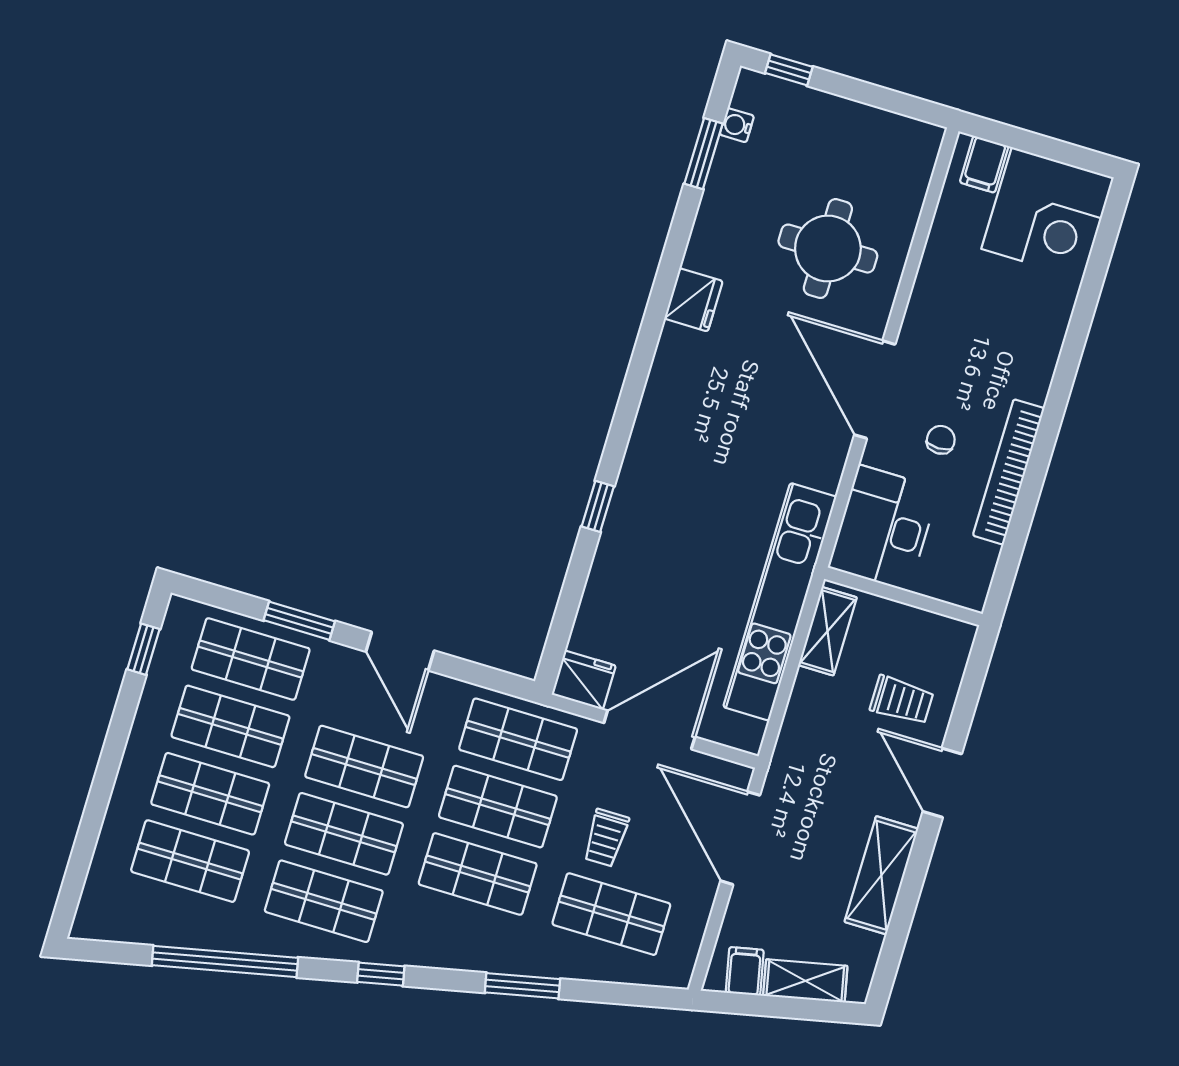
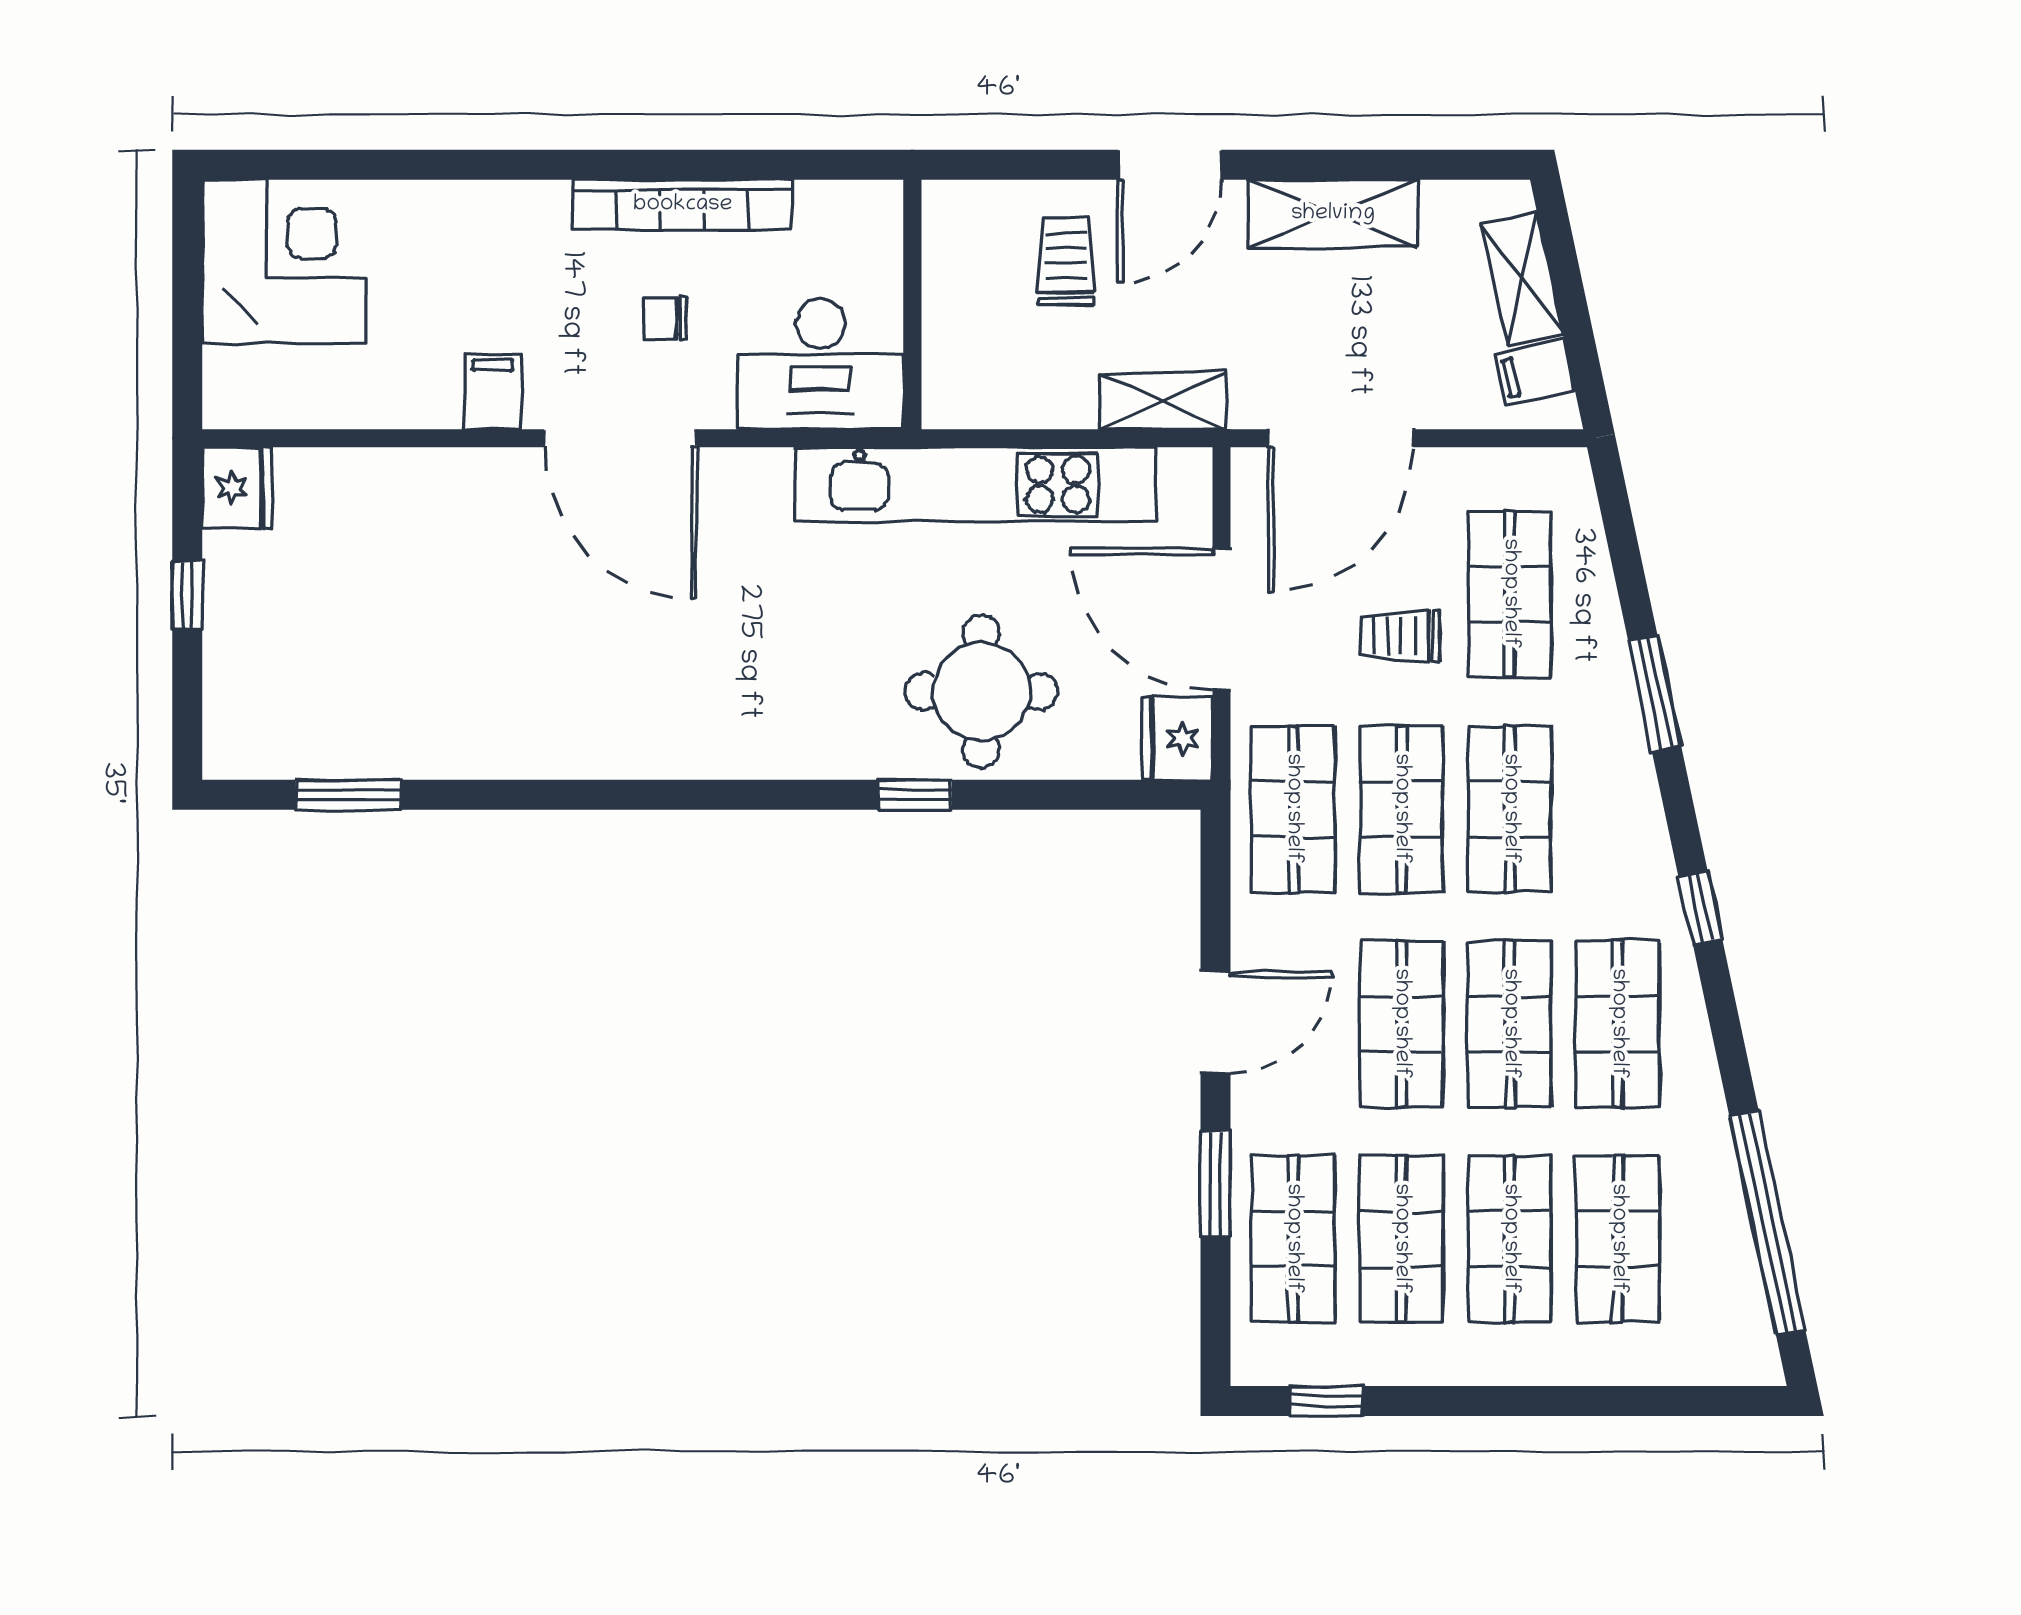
window: (789, 70) -> (187, 595), moved
water cooler: (737, 125) -> (292, 758), removed
filing cabinet: (984, 164) -> (493, 392), moved, turned -90
round table: (828, 249) -> (981, 691), moved
fridge: (694, 300) -> (237, 488), moved, turned 90
door: (875, 390) -> (620, 438), hinge flipped
shelving: (828, 631) -> (1163, 401), moved
trolley: (606, 838) -> (1400, 636), turned 180
window: (225, 961) -> (1767, 1223), moved

